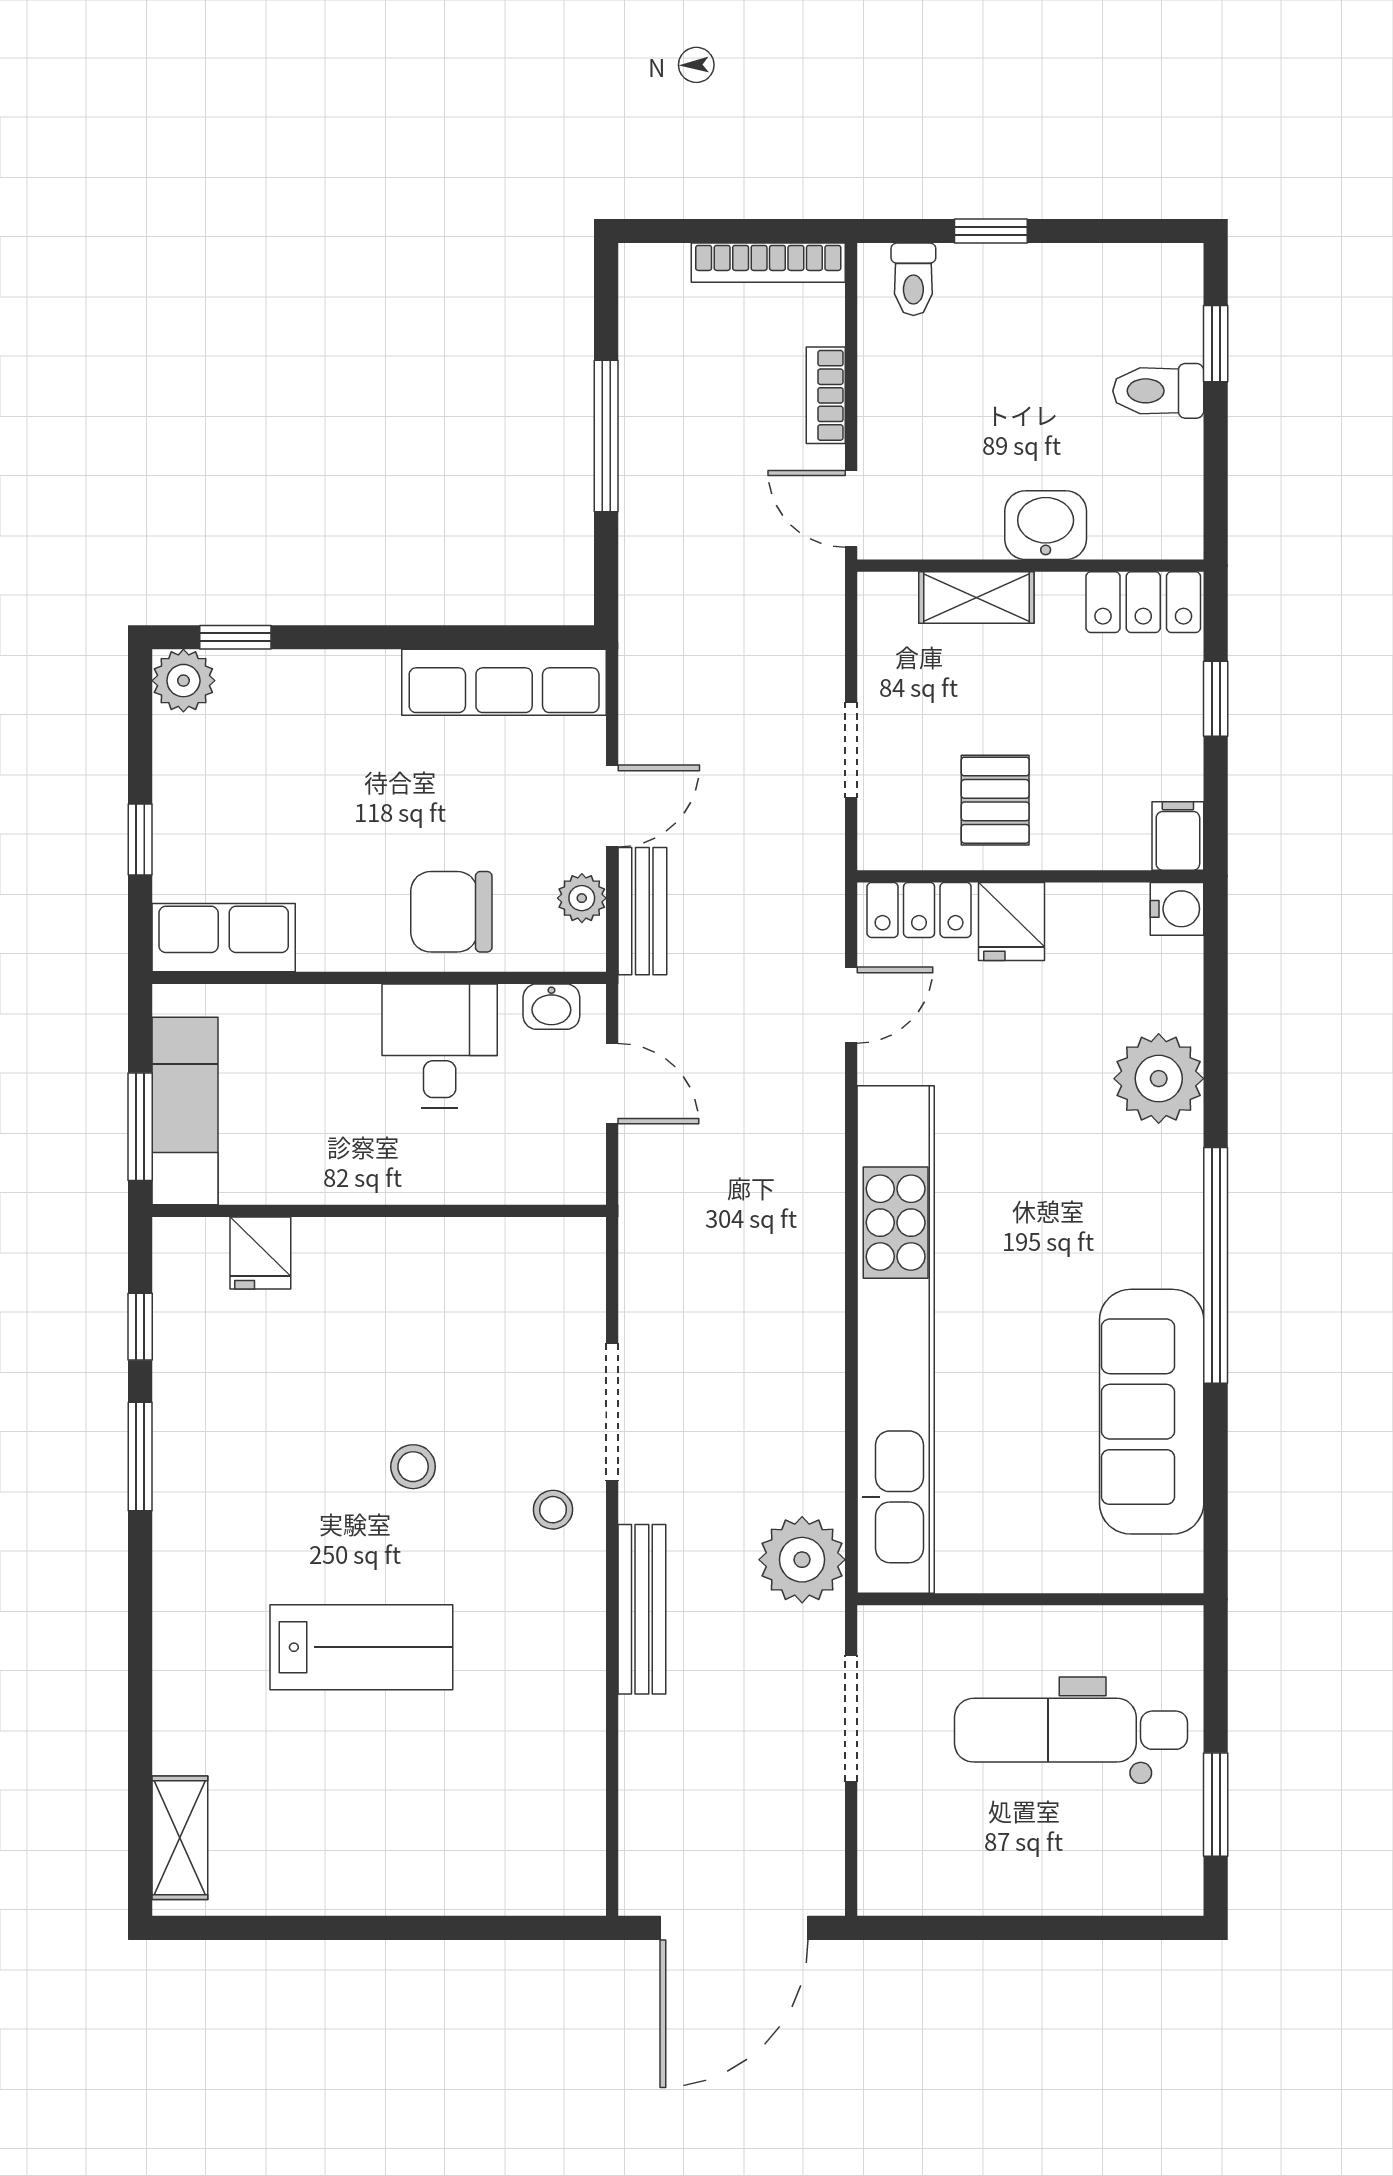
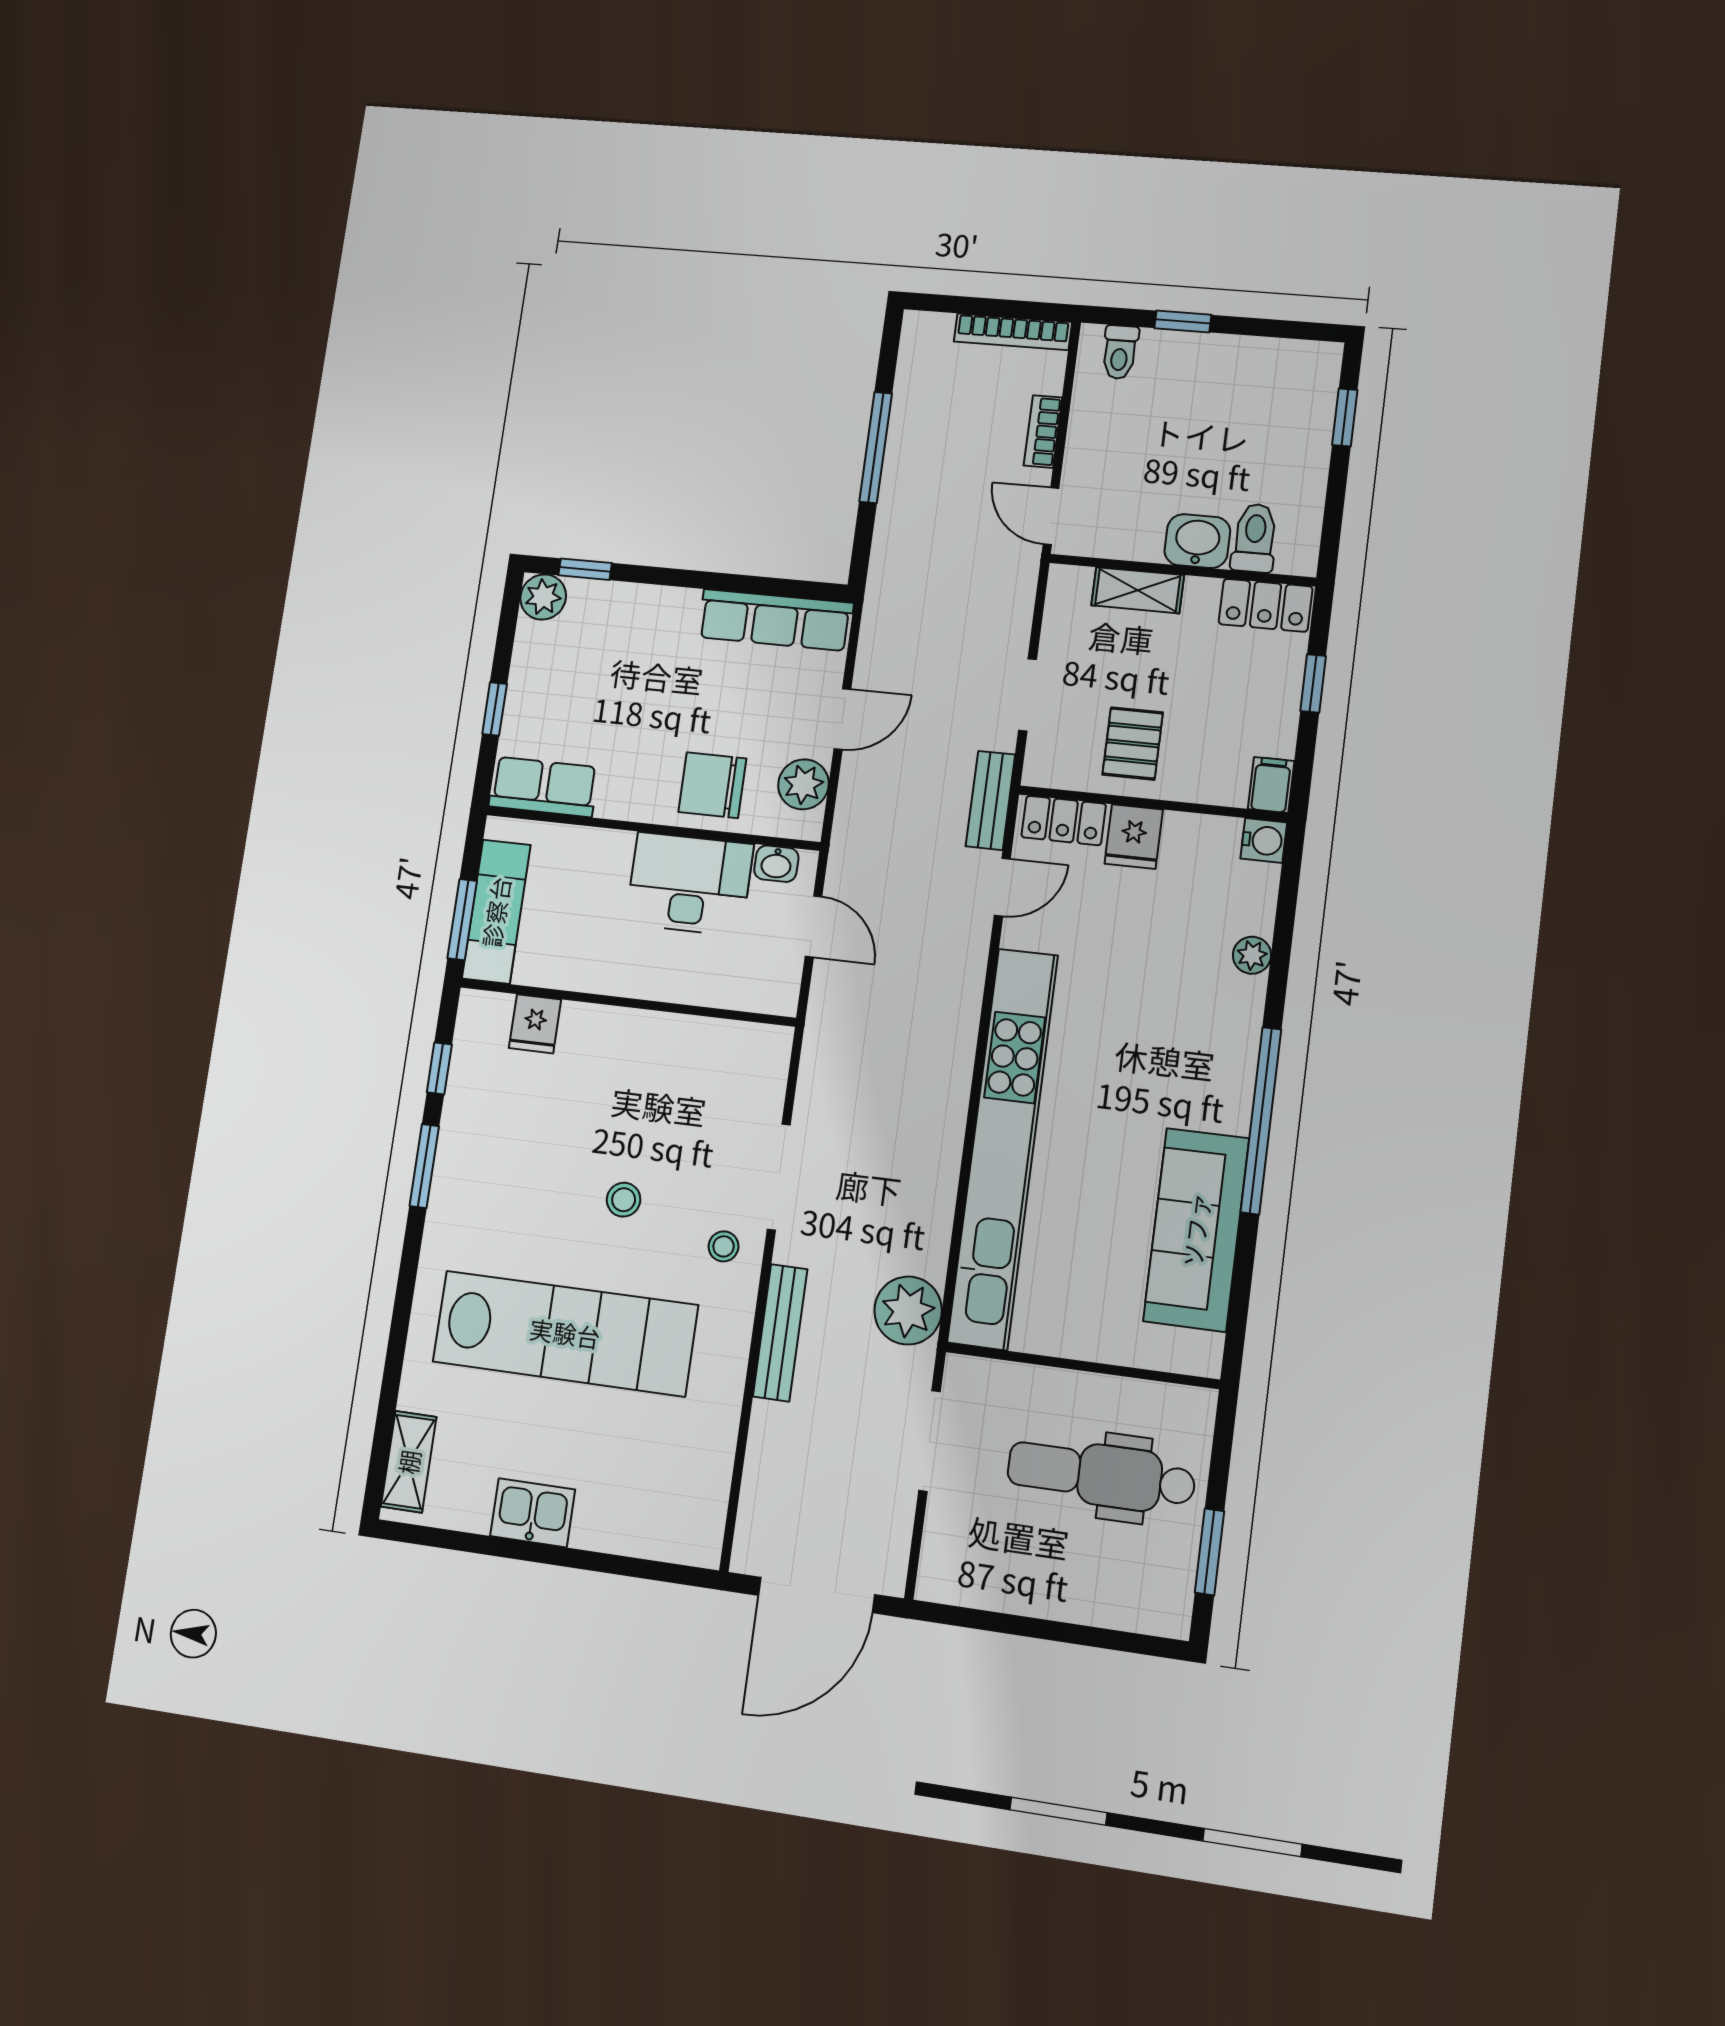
toilet: (1158, 391) -> (1255, 538), moved, turned 90
plant: (582, 898) -> (803, 784), width x1.38, depth x1.38
bench: (642, 911) -> (990, 800), moved
desk: (440, 1046) -> (689, 884), width x1.37
plant: (1159, 1079) -> (1252, 955), width x0.53, depth x0.53
lab bench: (361, 1647) -> (565, 1333), width x1.86, depth x1.39
kitchen sink: (354, 1879) -> (533, 1513), added

